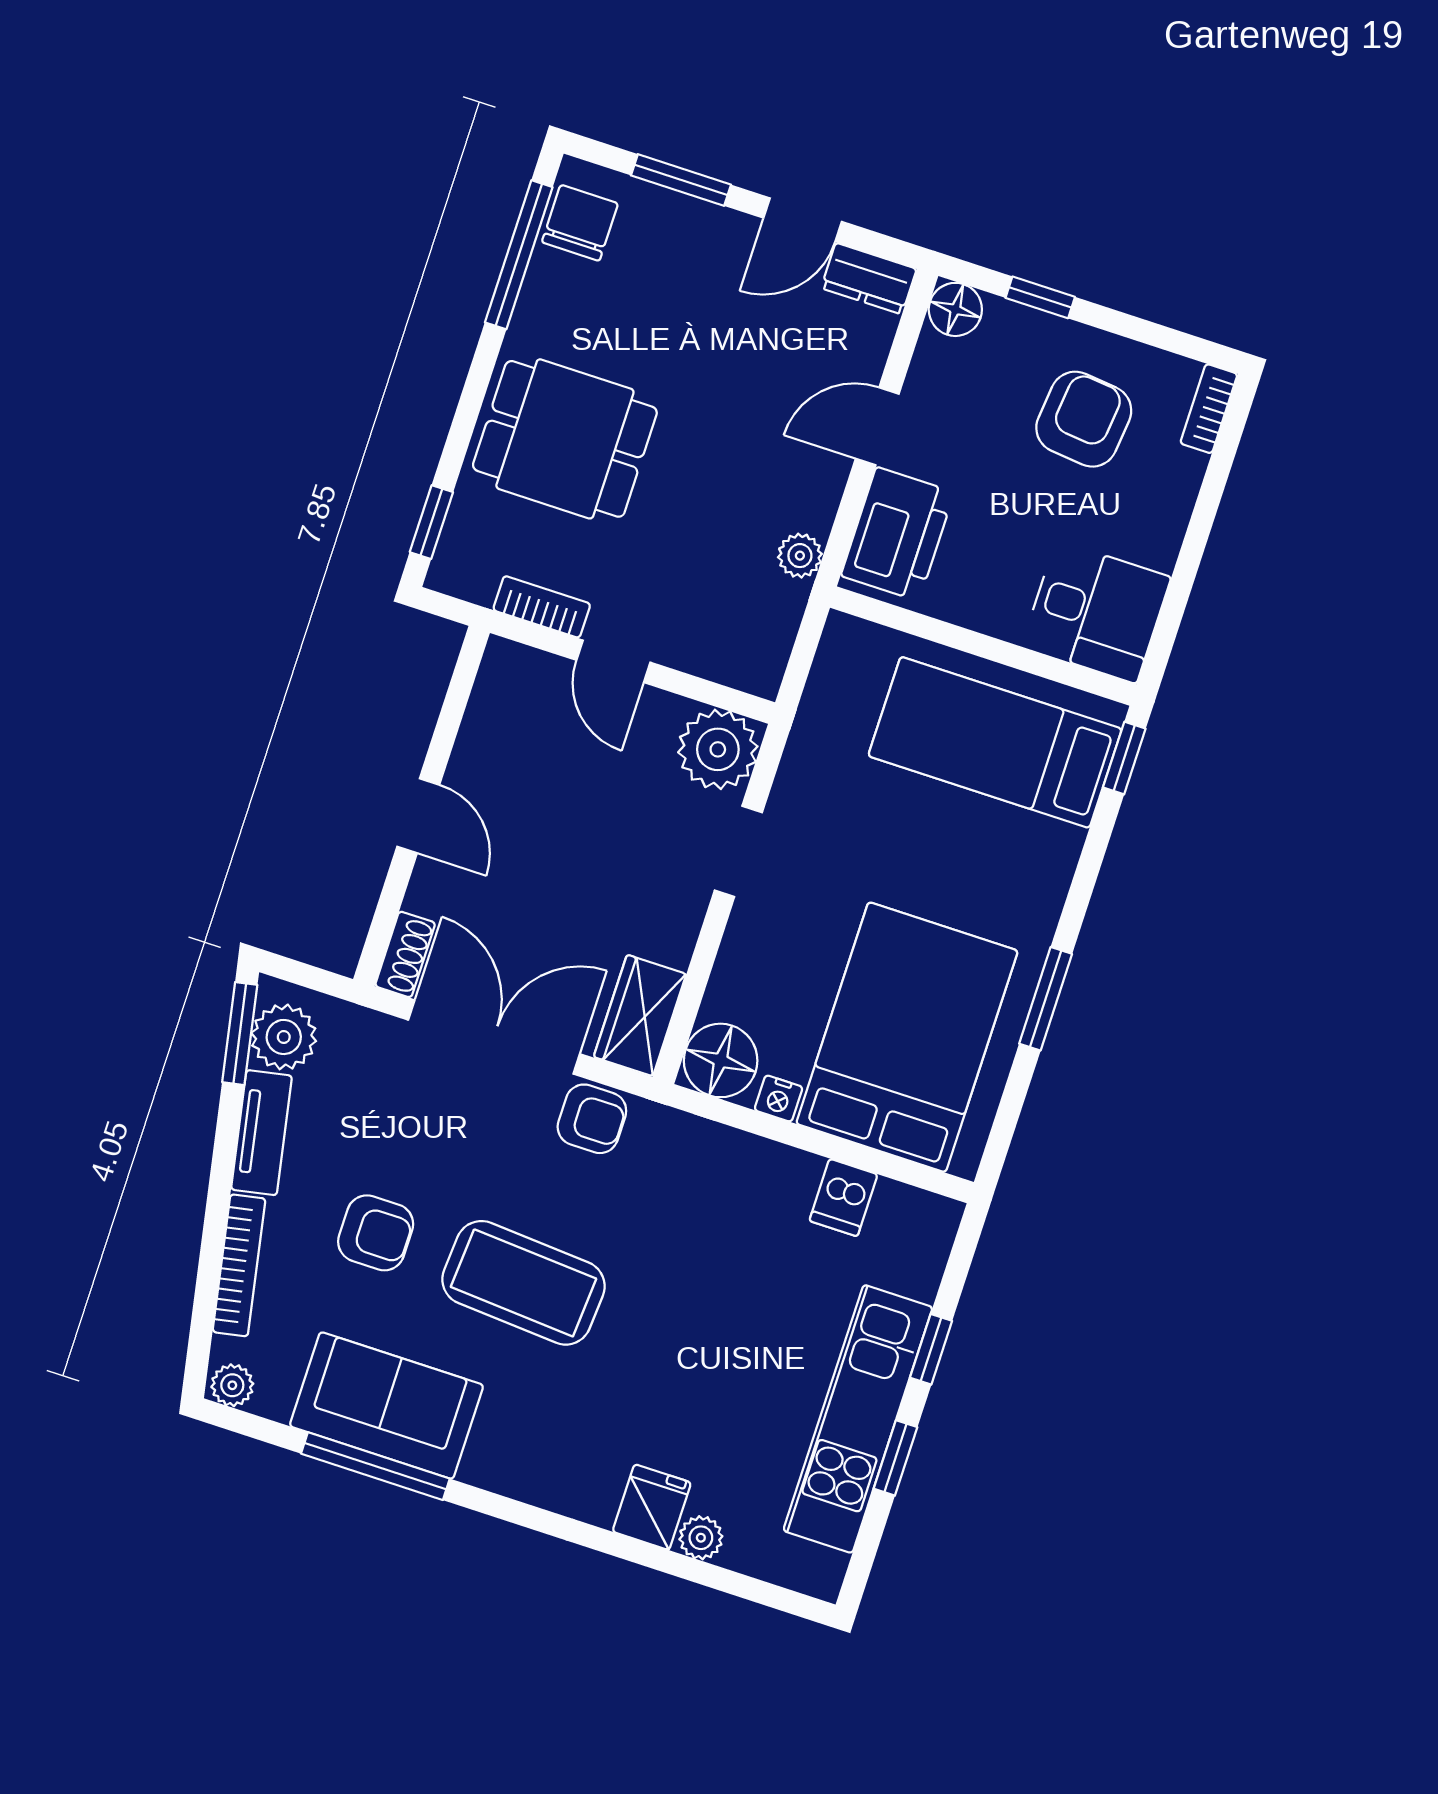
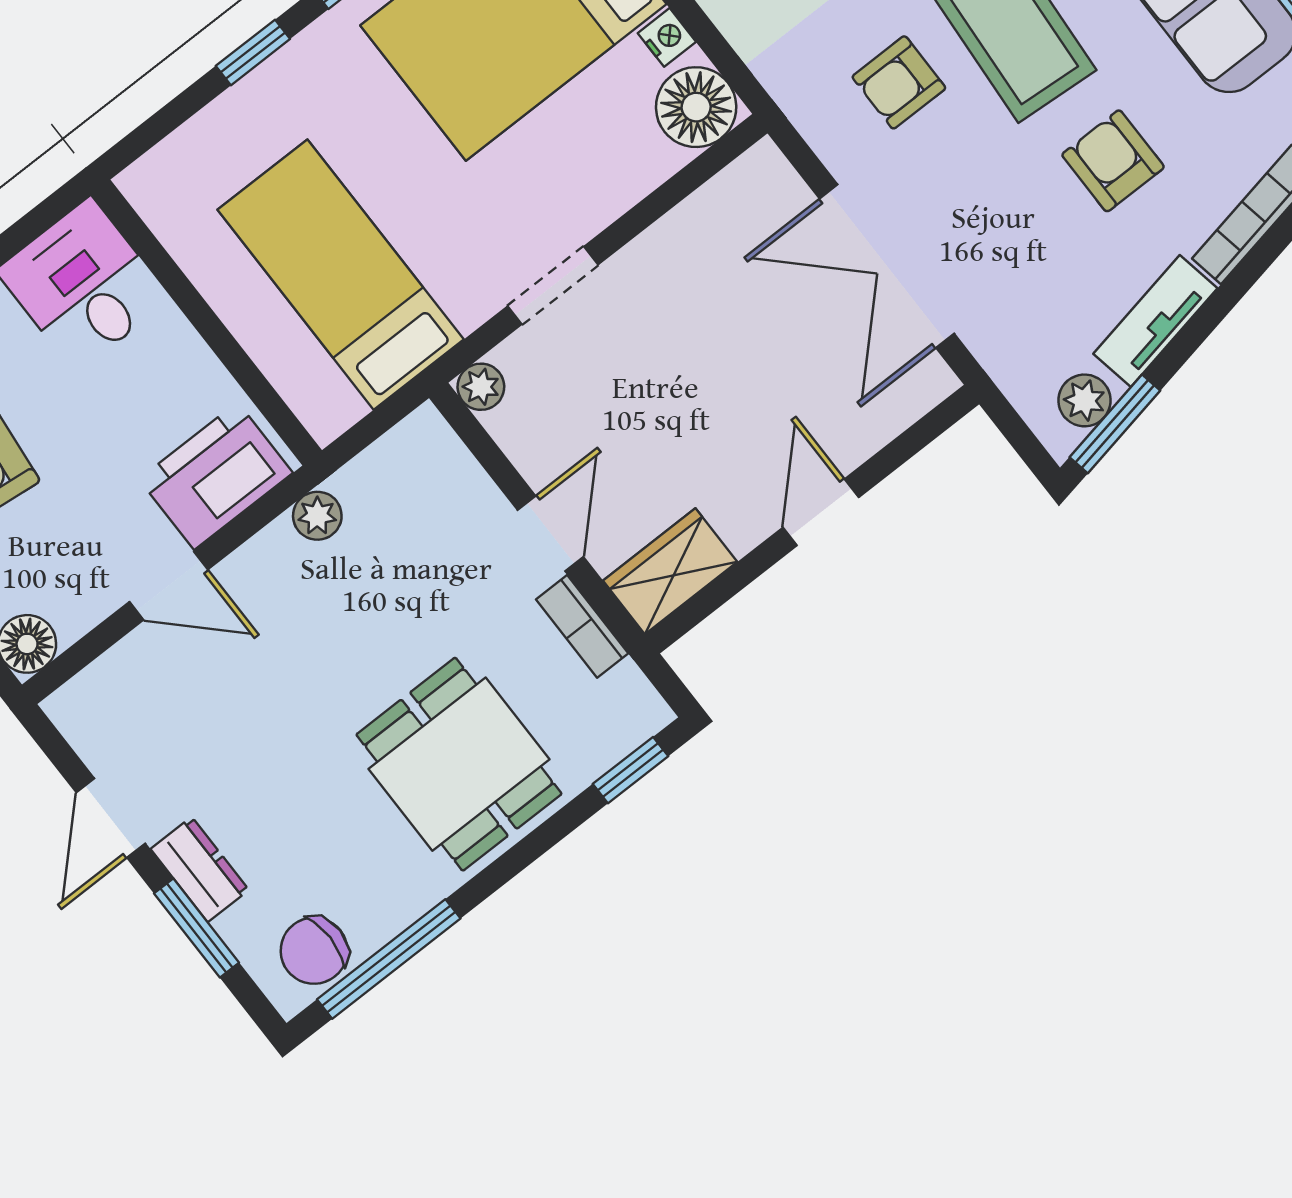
door: (803, 220) -> (111, 818), swing flipped
dresser: (869, 279) -> (200, 869), moved
bed: (995, 742) -> (341, 275), moved, turned 180
plant: (718, 749) -> (481, 387), width x0.53, depth x0.53
window: (1124, 758) -> (253, 52), moved
shoe rack: (405, 954) -> (917, 395), removed
wardrobe: (640, 1016) -> (670, 571), moved, turned 180
plant: (284, 1037) -> (1084, 400), width x0.73, depth x0.73
armchair: (592, 1119) -> (899, 82), moved, turned -90

